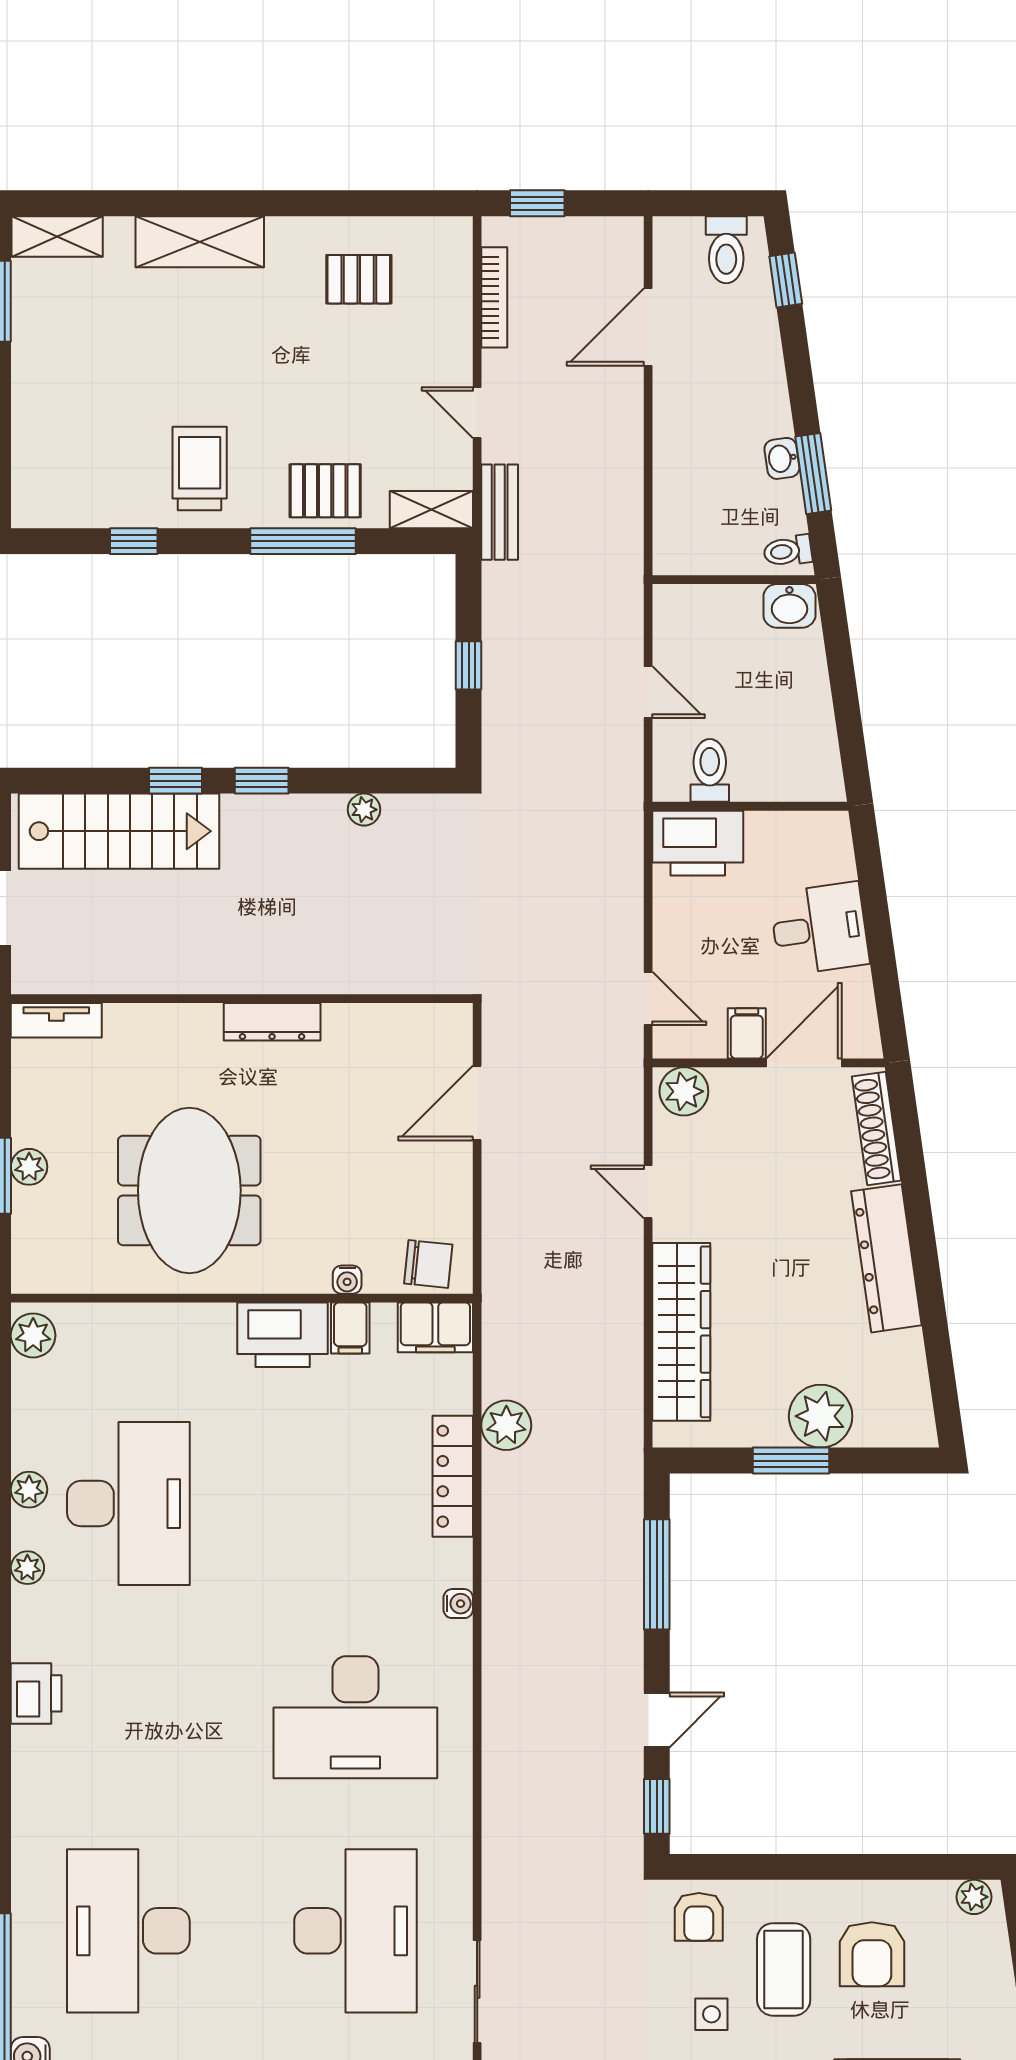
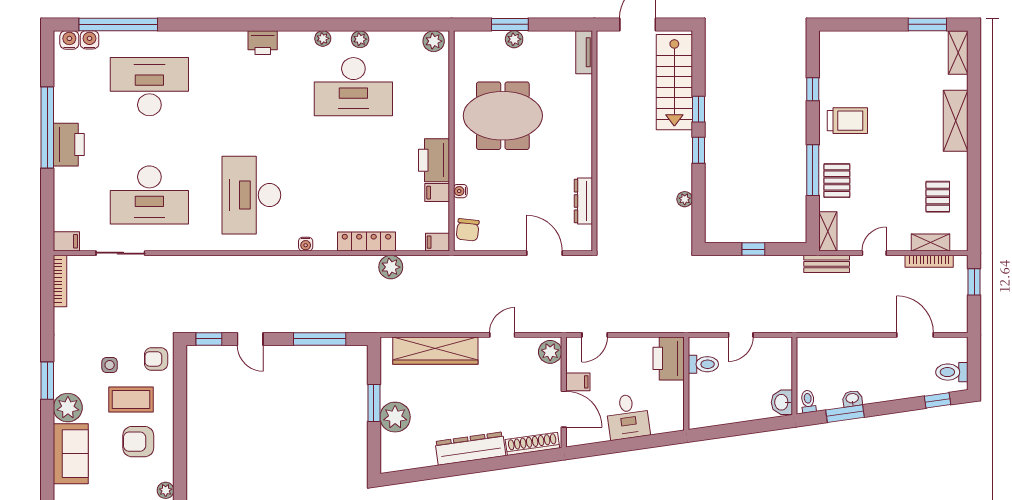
shelving: (455, 294) -> (931, 242), added
dresser: (272, 1022) -> (583, 201), moved
filing cabinet: (435, 1327) -> (437, 242), width x0.50

